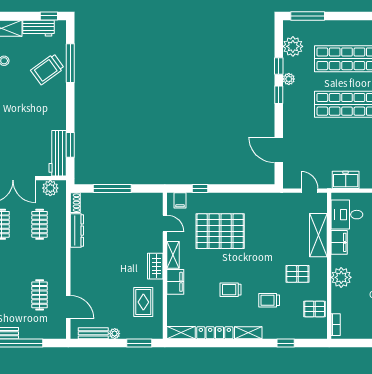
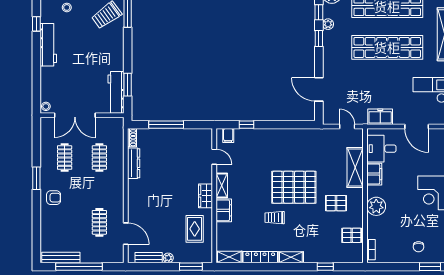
plant: (50, 188) -> (109, 124), removed
pallet: (220, 231) -> (294, 187), moved
trolley: (269, 300) -> (310, 227), removed

